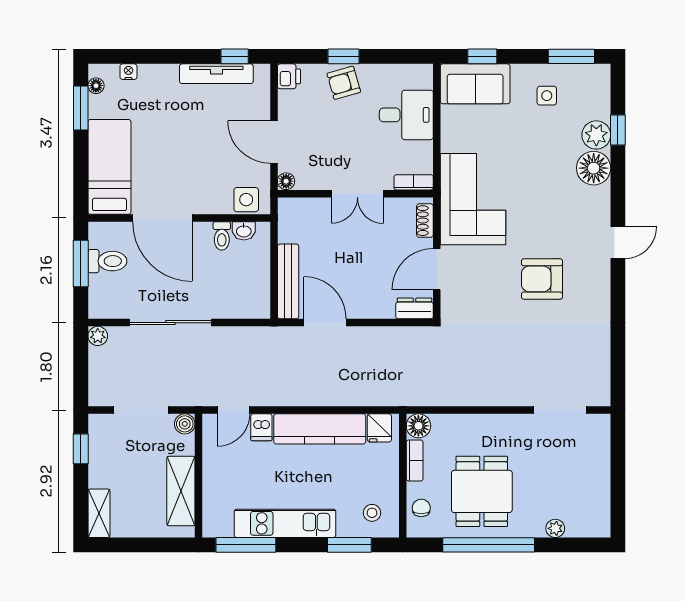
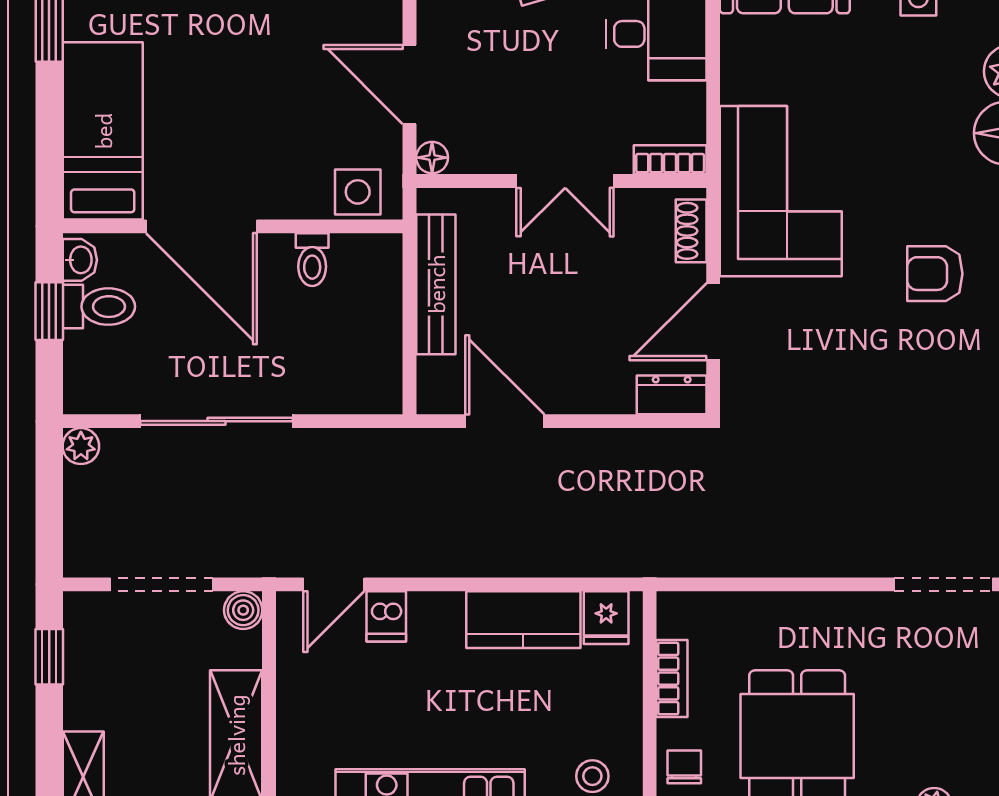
washbasin: (244, 231) -> (80, 260), moved, turned -90
window: (81, 264) -> (49, 311), width x0.67
armchair: (542, 279) -> (935, 274), moved, width x0.72, depth x0.72
bench: (288, 281) -> (436, 284), moved
floor lamp: (418, 426) -> (679, 614), removed
kitchen counter: (320, 429) -> (523, 620), width x0.67

